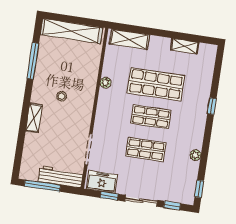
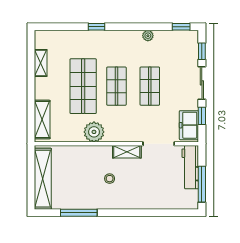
plant: (106, 83) -> (94, 132), width x1.88, depth x1.88
shelving: (34, 118) -> (127, 152), moved

